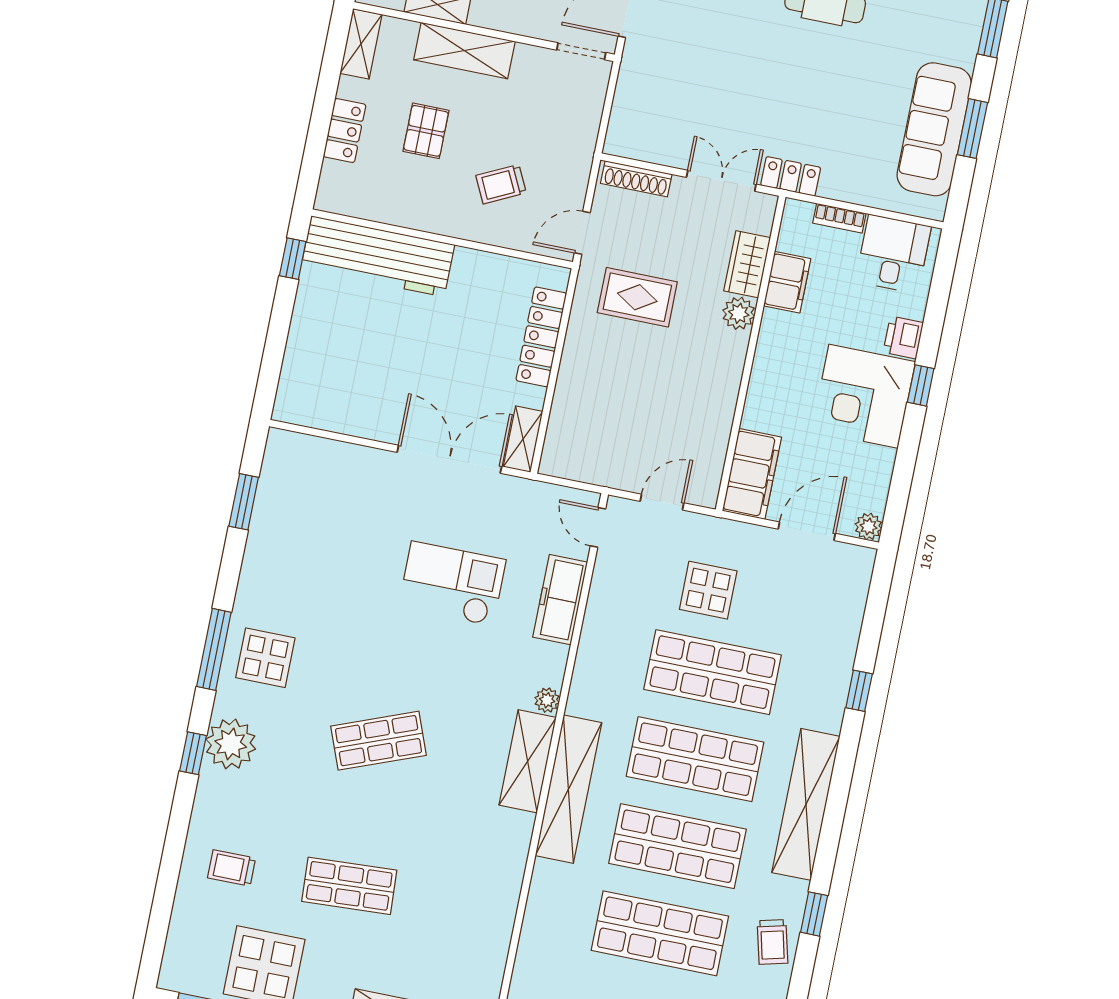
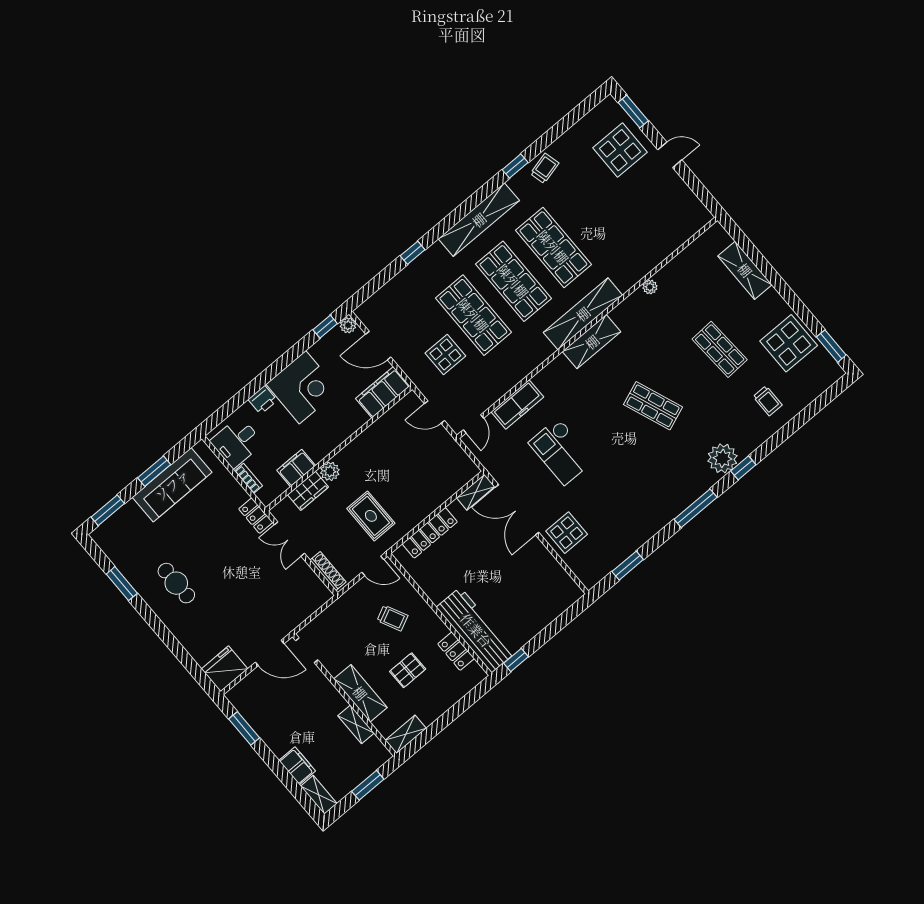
locker: (345, 131) -> (456, 651), moved, turned -90
window: (921, 385) -> (325, 327), moved
display table: (265, 658) -> (567, 533), moved
plant: (547, 700) -> (650, 287), moved
shop shelf: (660, 933) -> (593, 214), removed

